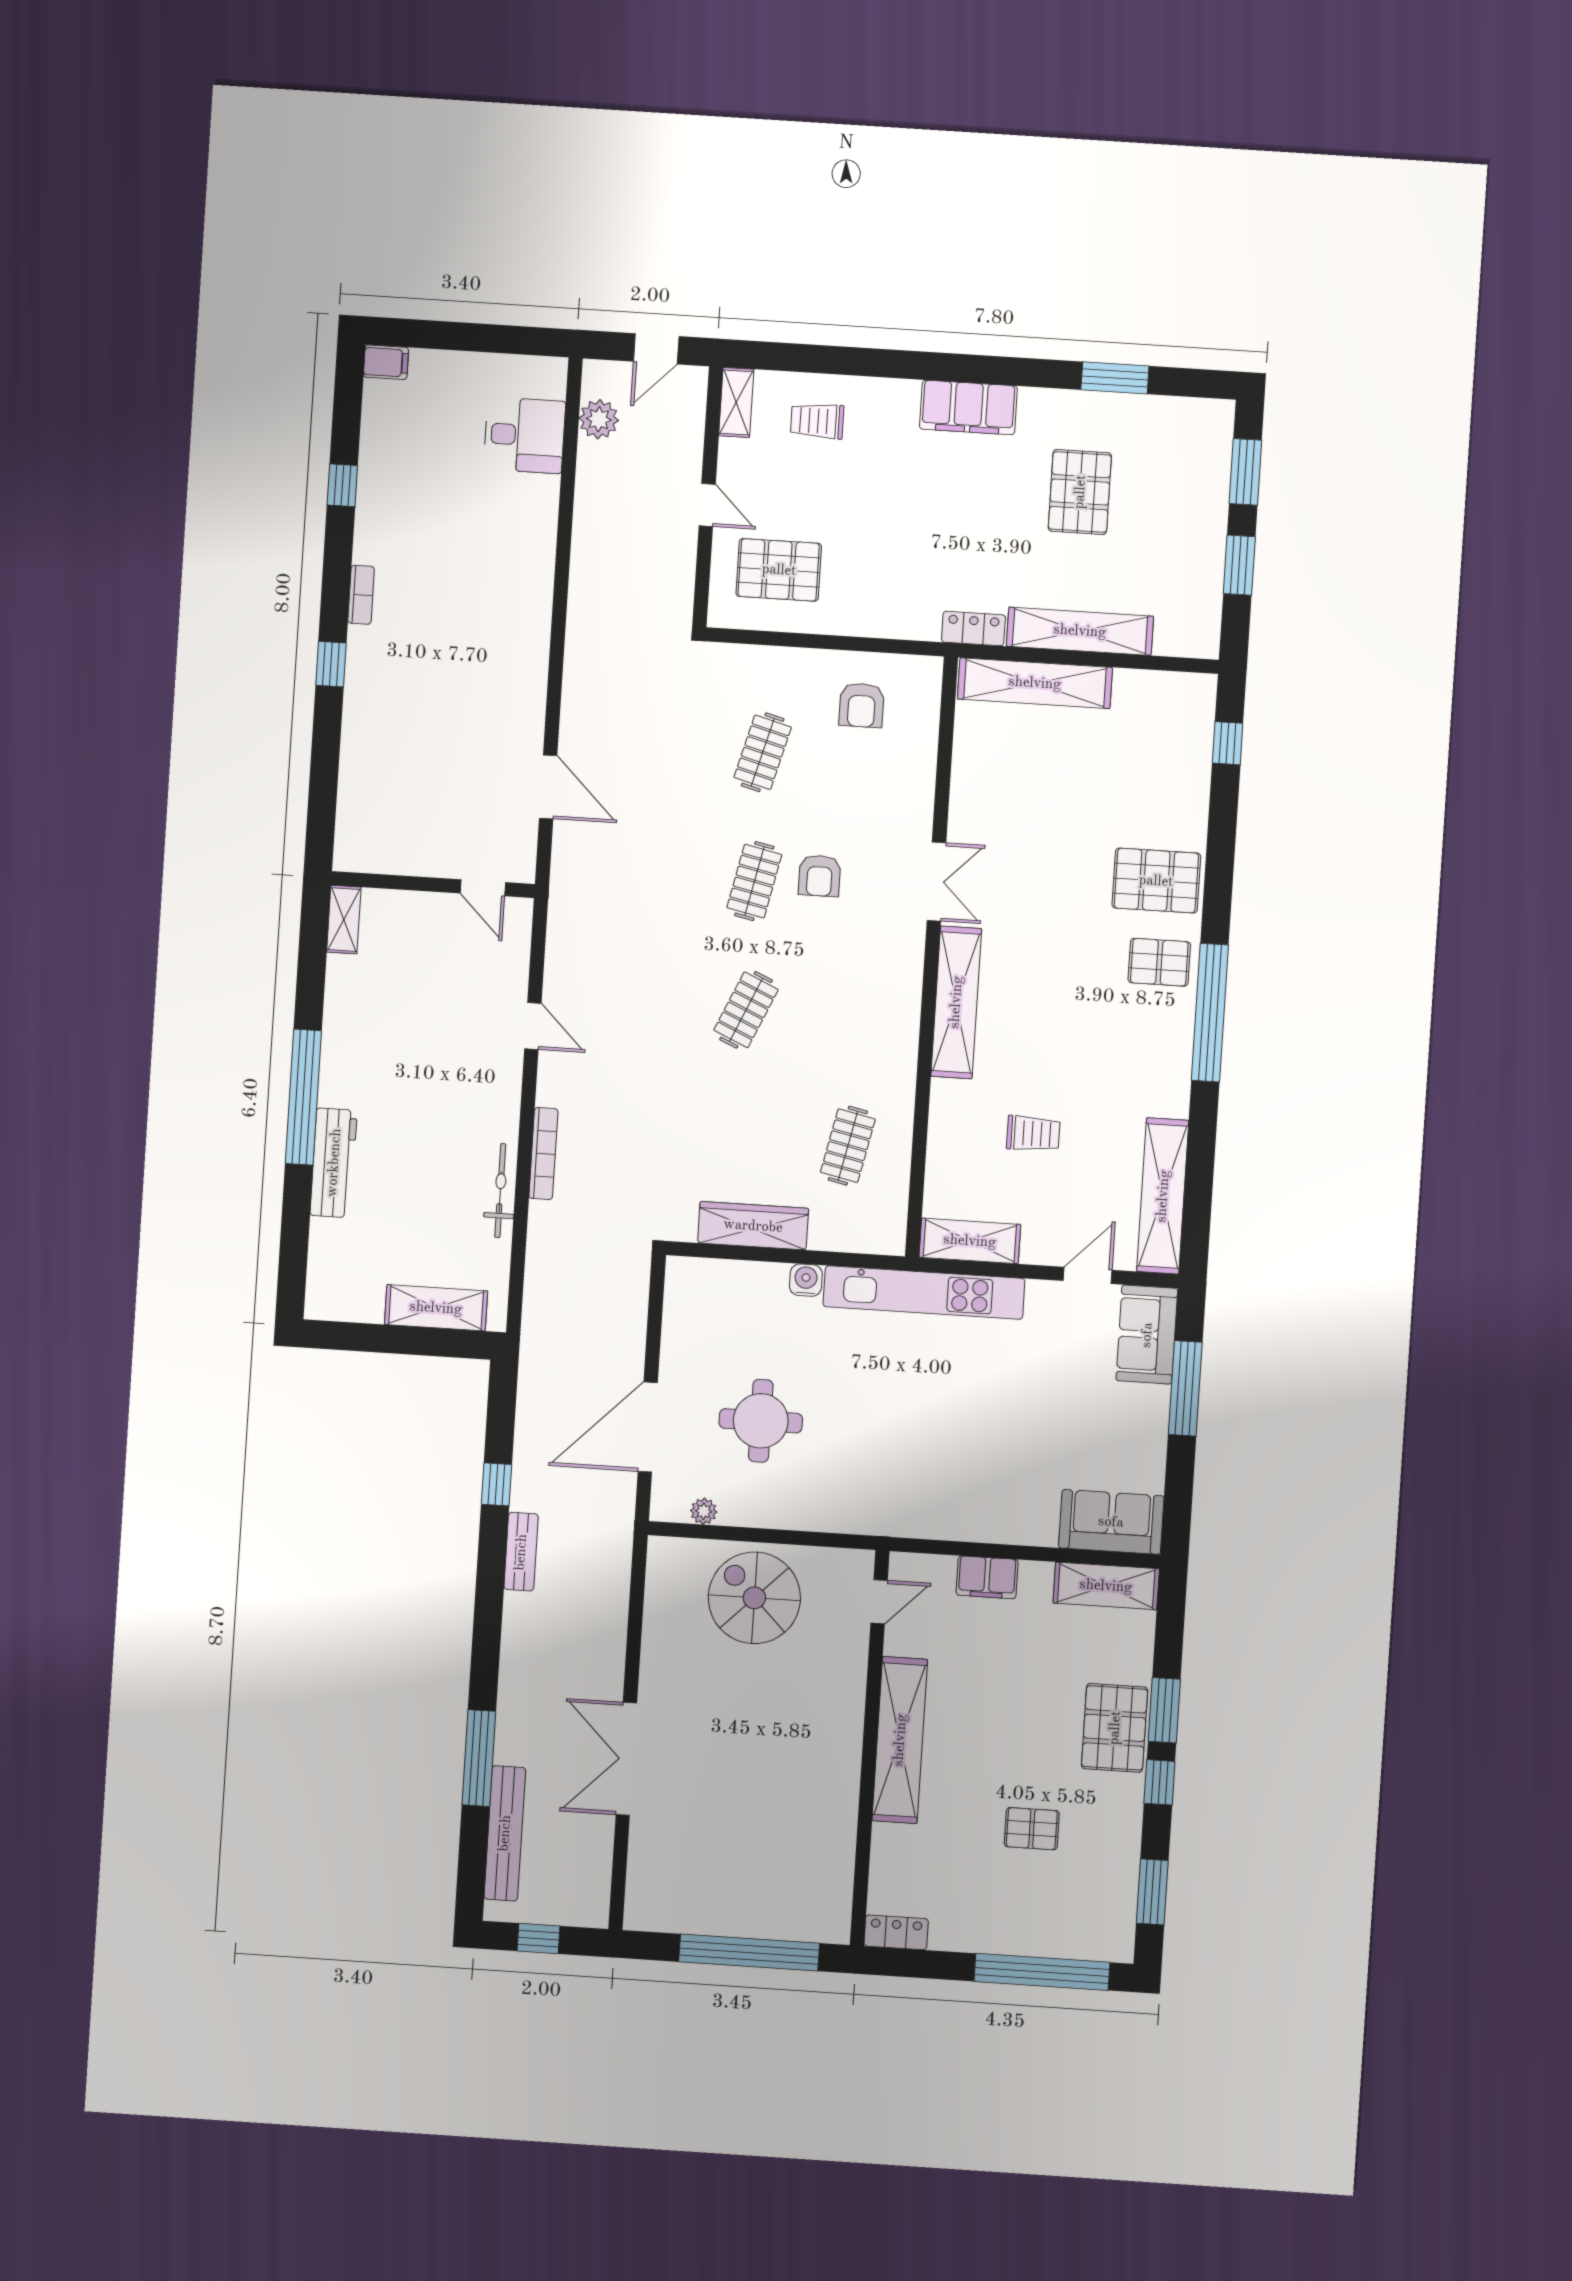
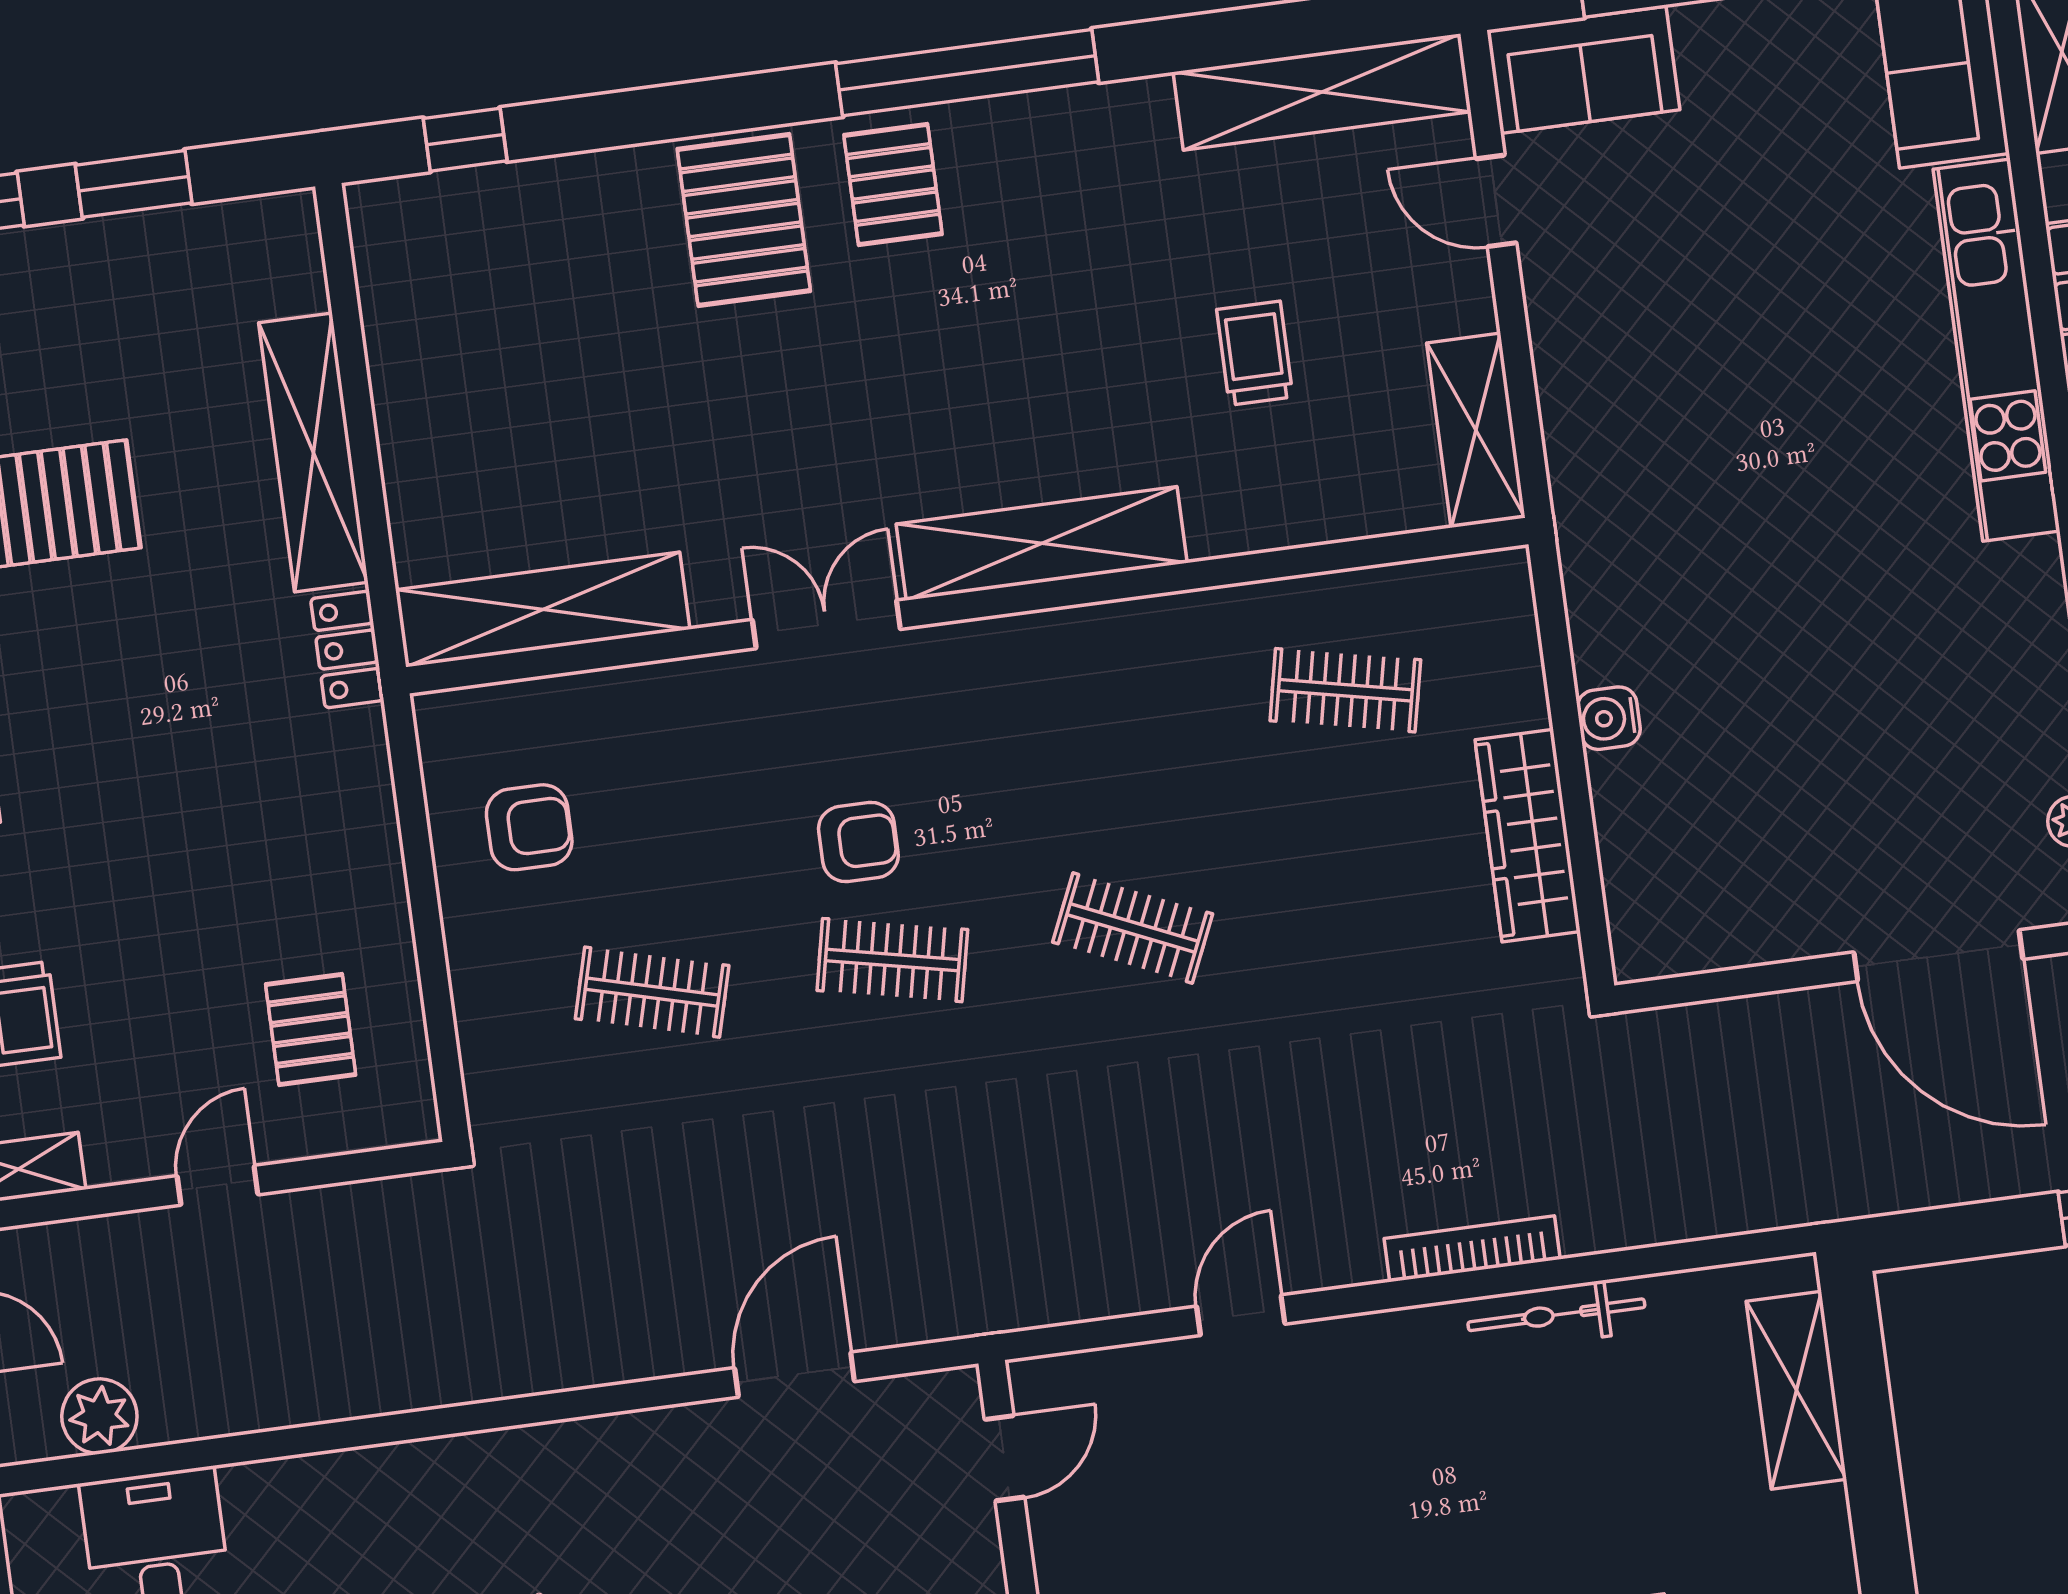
pallet: (779, 570) -> (311, 1030), width x0.67, depth x0.71
shelving: (1035, 683) -> (543, 609), moved, turned 90
kitchen unit: (924, 1293) -> (1997, 350), moved, turned 180
round table: (761, 1421) -> (1885, 750), removed

